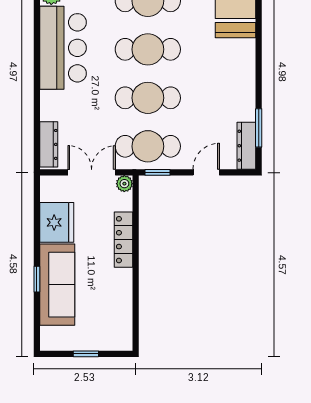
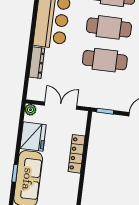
dresser: (49, 144) -> (37, 63), moved
cafe table: (148, 146) -> (101, 93), removed
plant: (124, 184) -> (30, 110), moved

